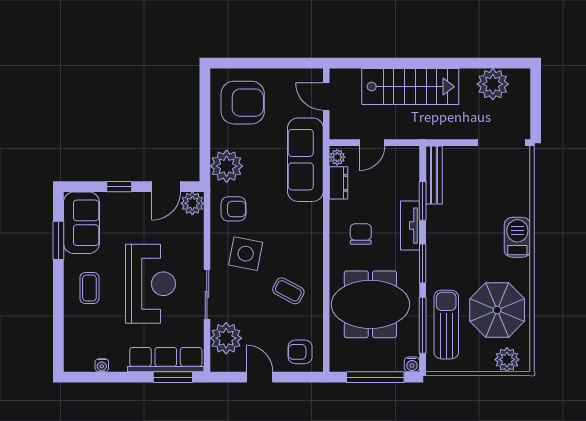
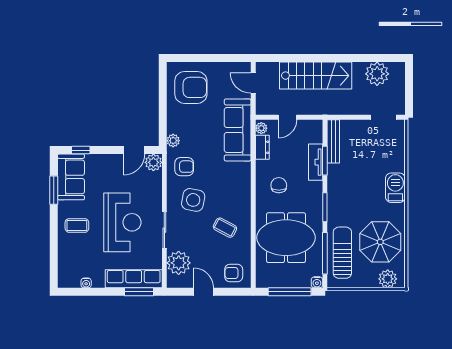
doorway: (501, 143) -> (383, 117), width x0.73
plant: (227, 166) -> (173, 141), width x0.53, depth x0.53
window: (119, 187) -> (81, 150), moved
tv unit: (410, 226) -> (316, 162), moved
coffee table: (89, 288) -> (77, 225), turned 90

